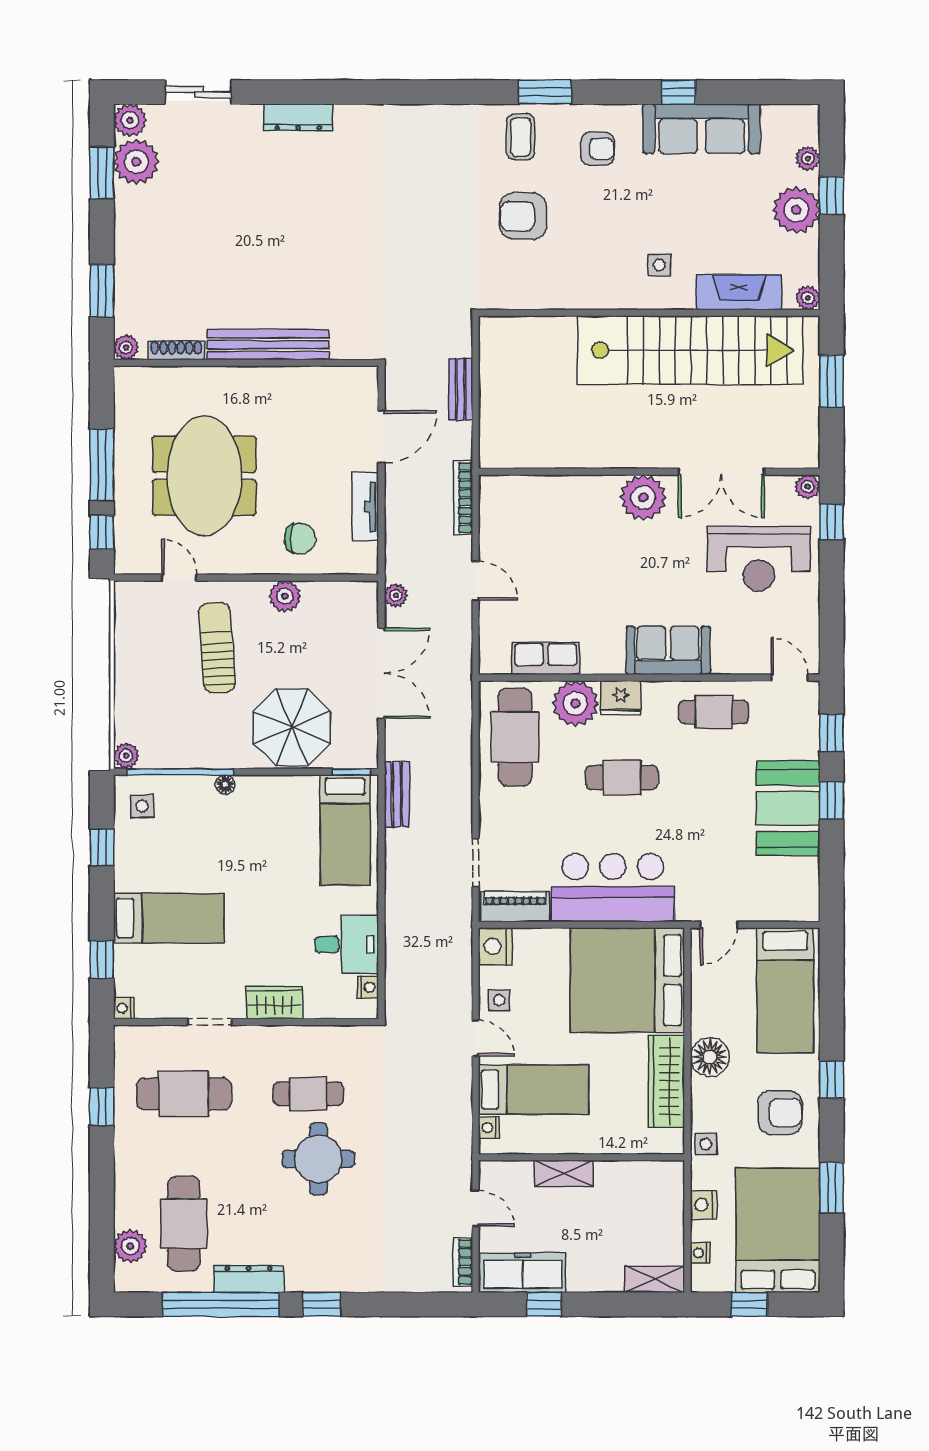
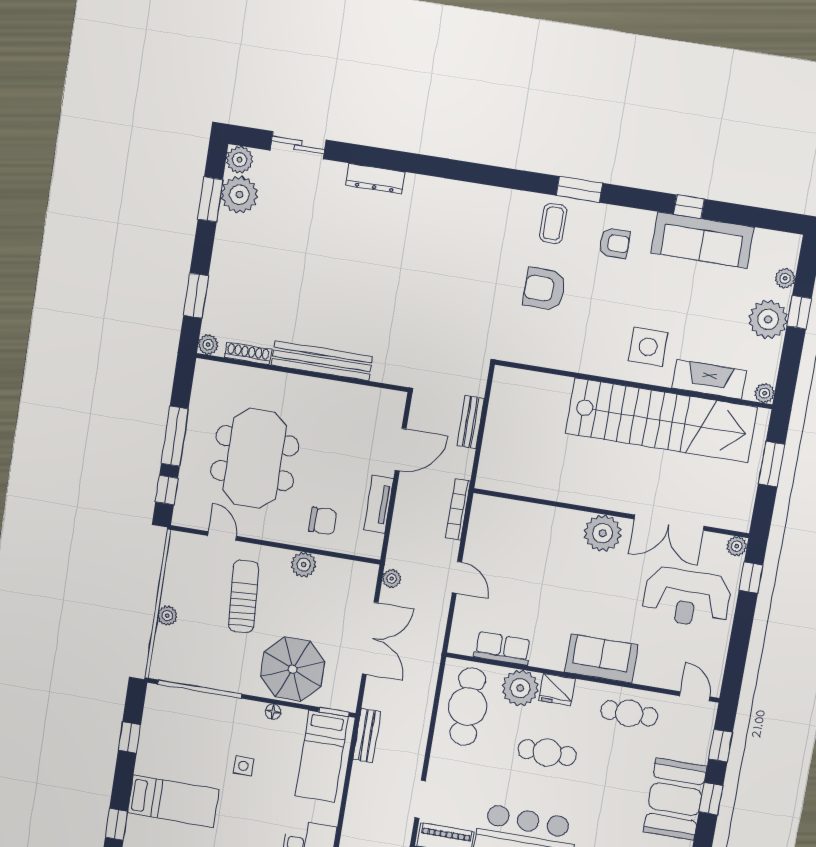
side table: (659, 265) -> (648, 347), width x1.87, depth x1.87
plant: (126, 756) -> (167, 616), moved
floor lamp: (225, 784) -> (273, 712), moved
side table: (142, 806) -> (243, 766), moved

